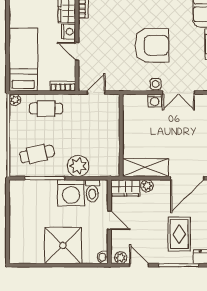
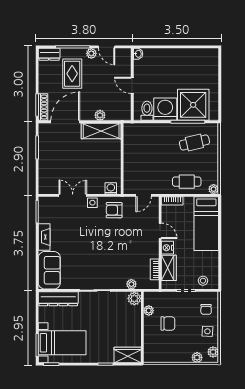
armchair: (152, 45) -> (114, 210), moved, width x0.53, depth x0.53
washing machine: (155, 101) -> (111, 188), moved
plant: (78, 166) -> (159, 132), removed
wardrobe: (125, 188) -> (119, 113), removed
shower: (63, 246) -> (193, 105), moved
plant: (121, 258) -> (91, 53), moved

